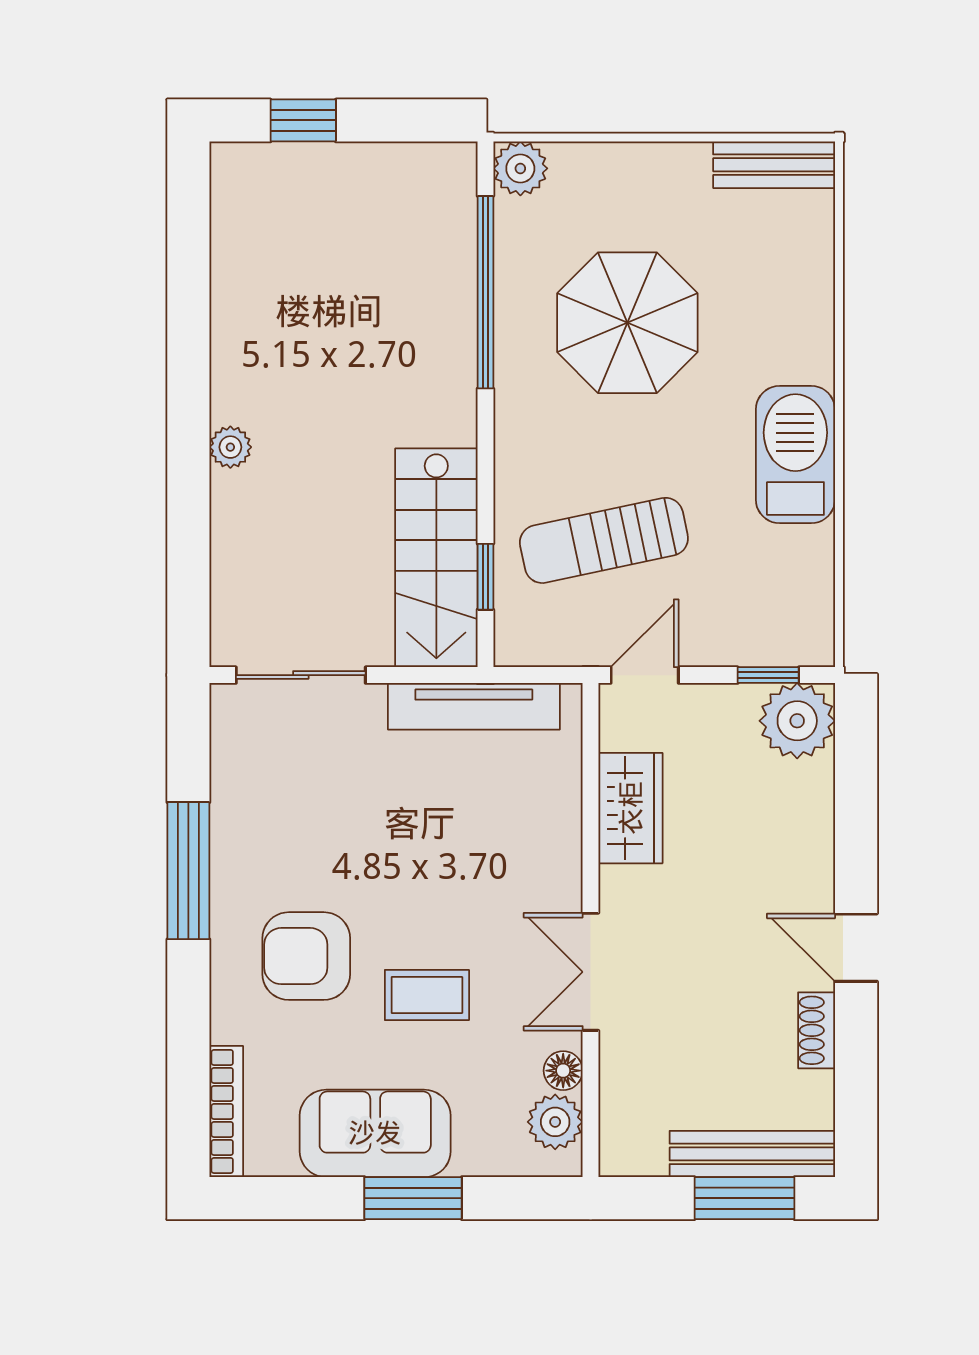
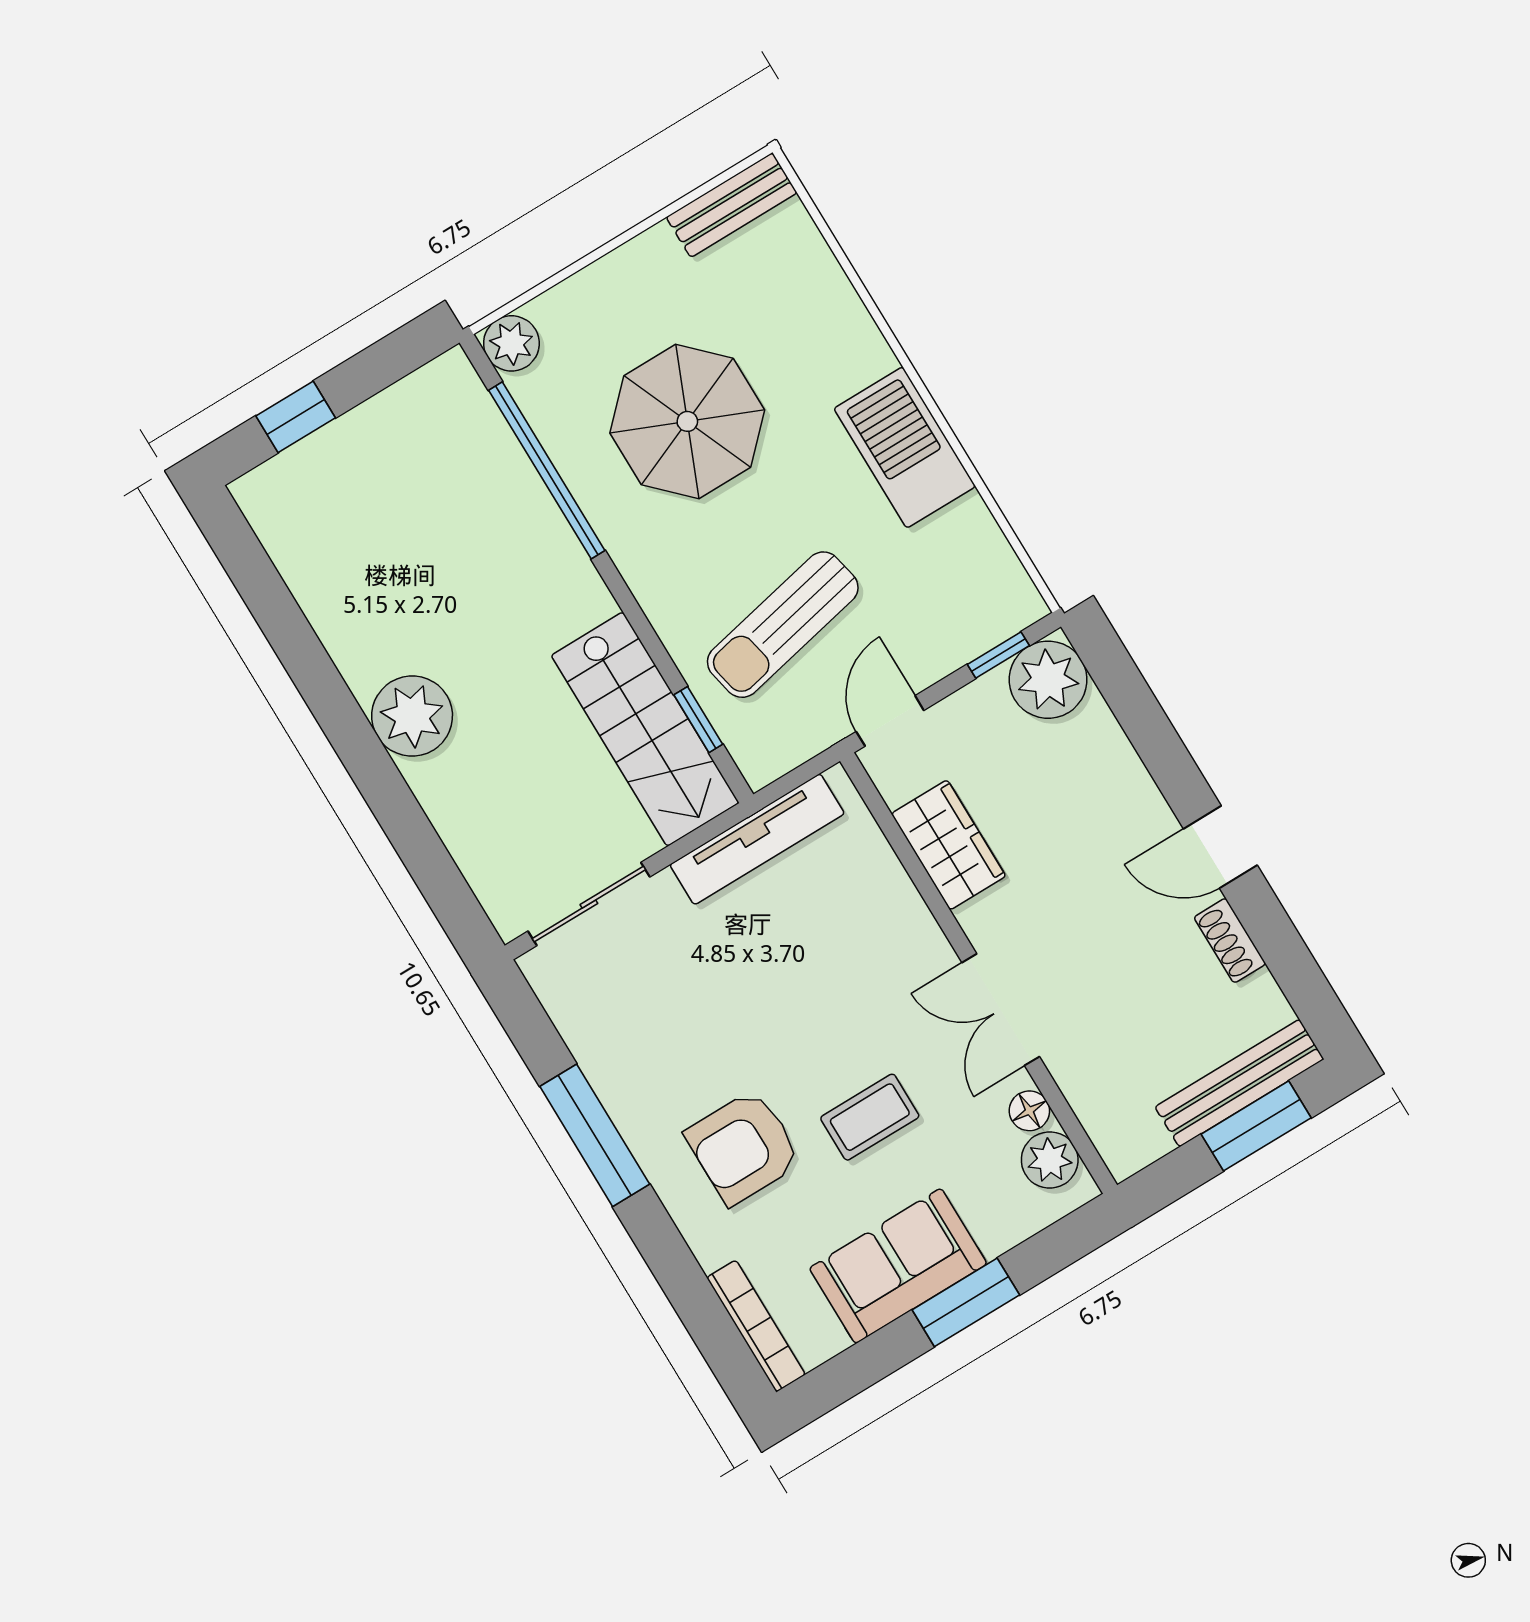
plant: (230, 447) -> (412, 716), width x1.87, depth x1.87

